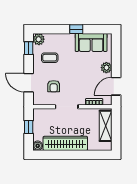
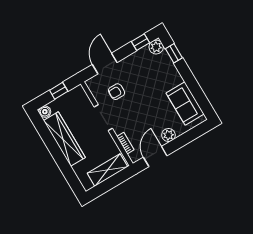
window: (76, 29) -> (174, 53), moved
coffee table: (50, 58) -> (144, 70), removed
door: (116, 86) -> (155, 157), hinge flipped

